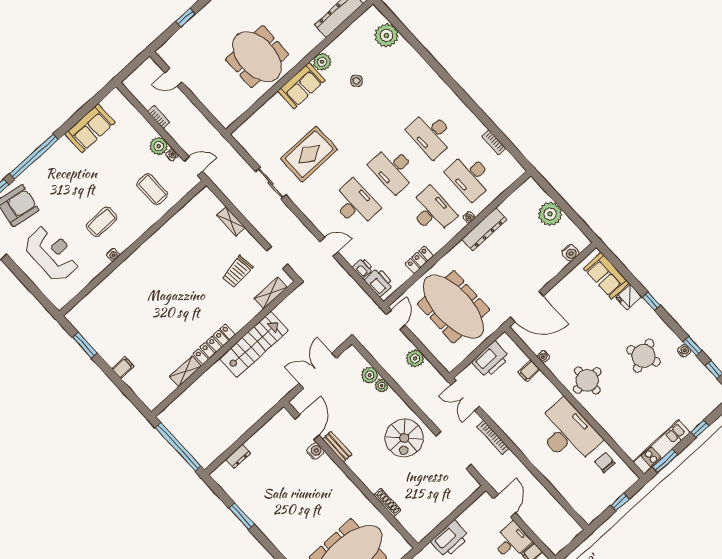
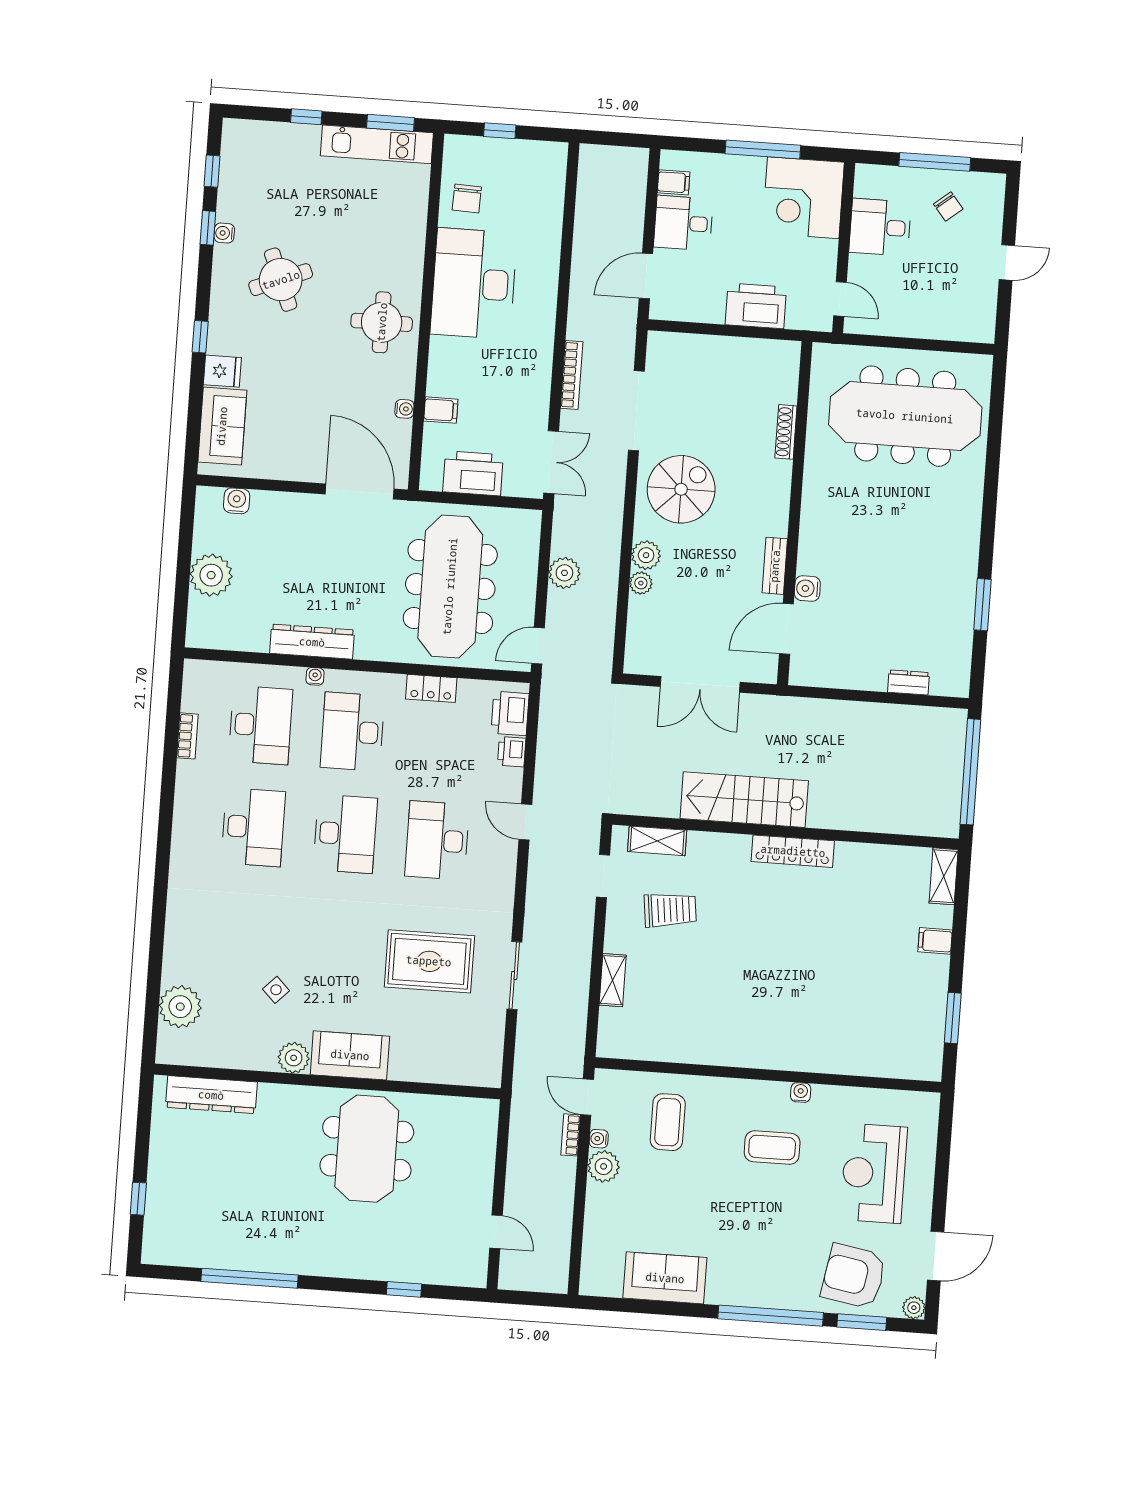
bookcase: (159, 117) -> (571, 1135), moved
shelving: (185, 371) -> (944, 876), moved, turned 90
plant: (370, 375) -> (646, 555), moved

